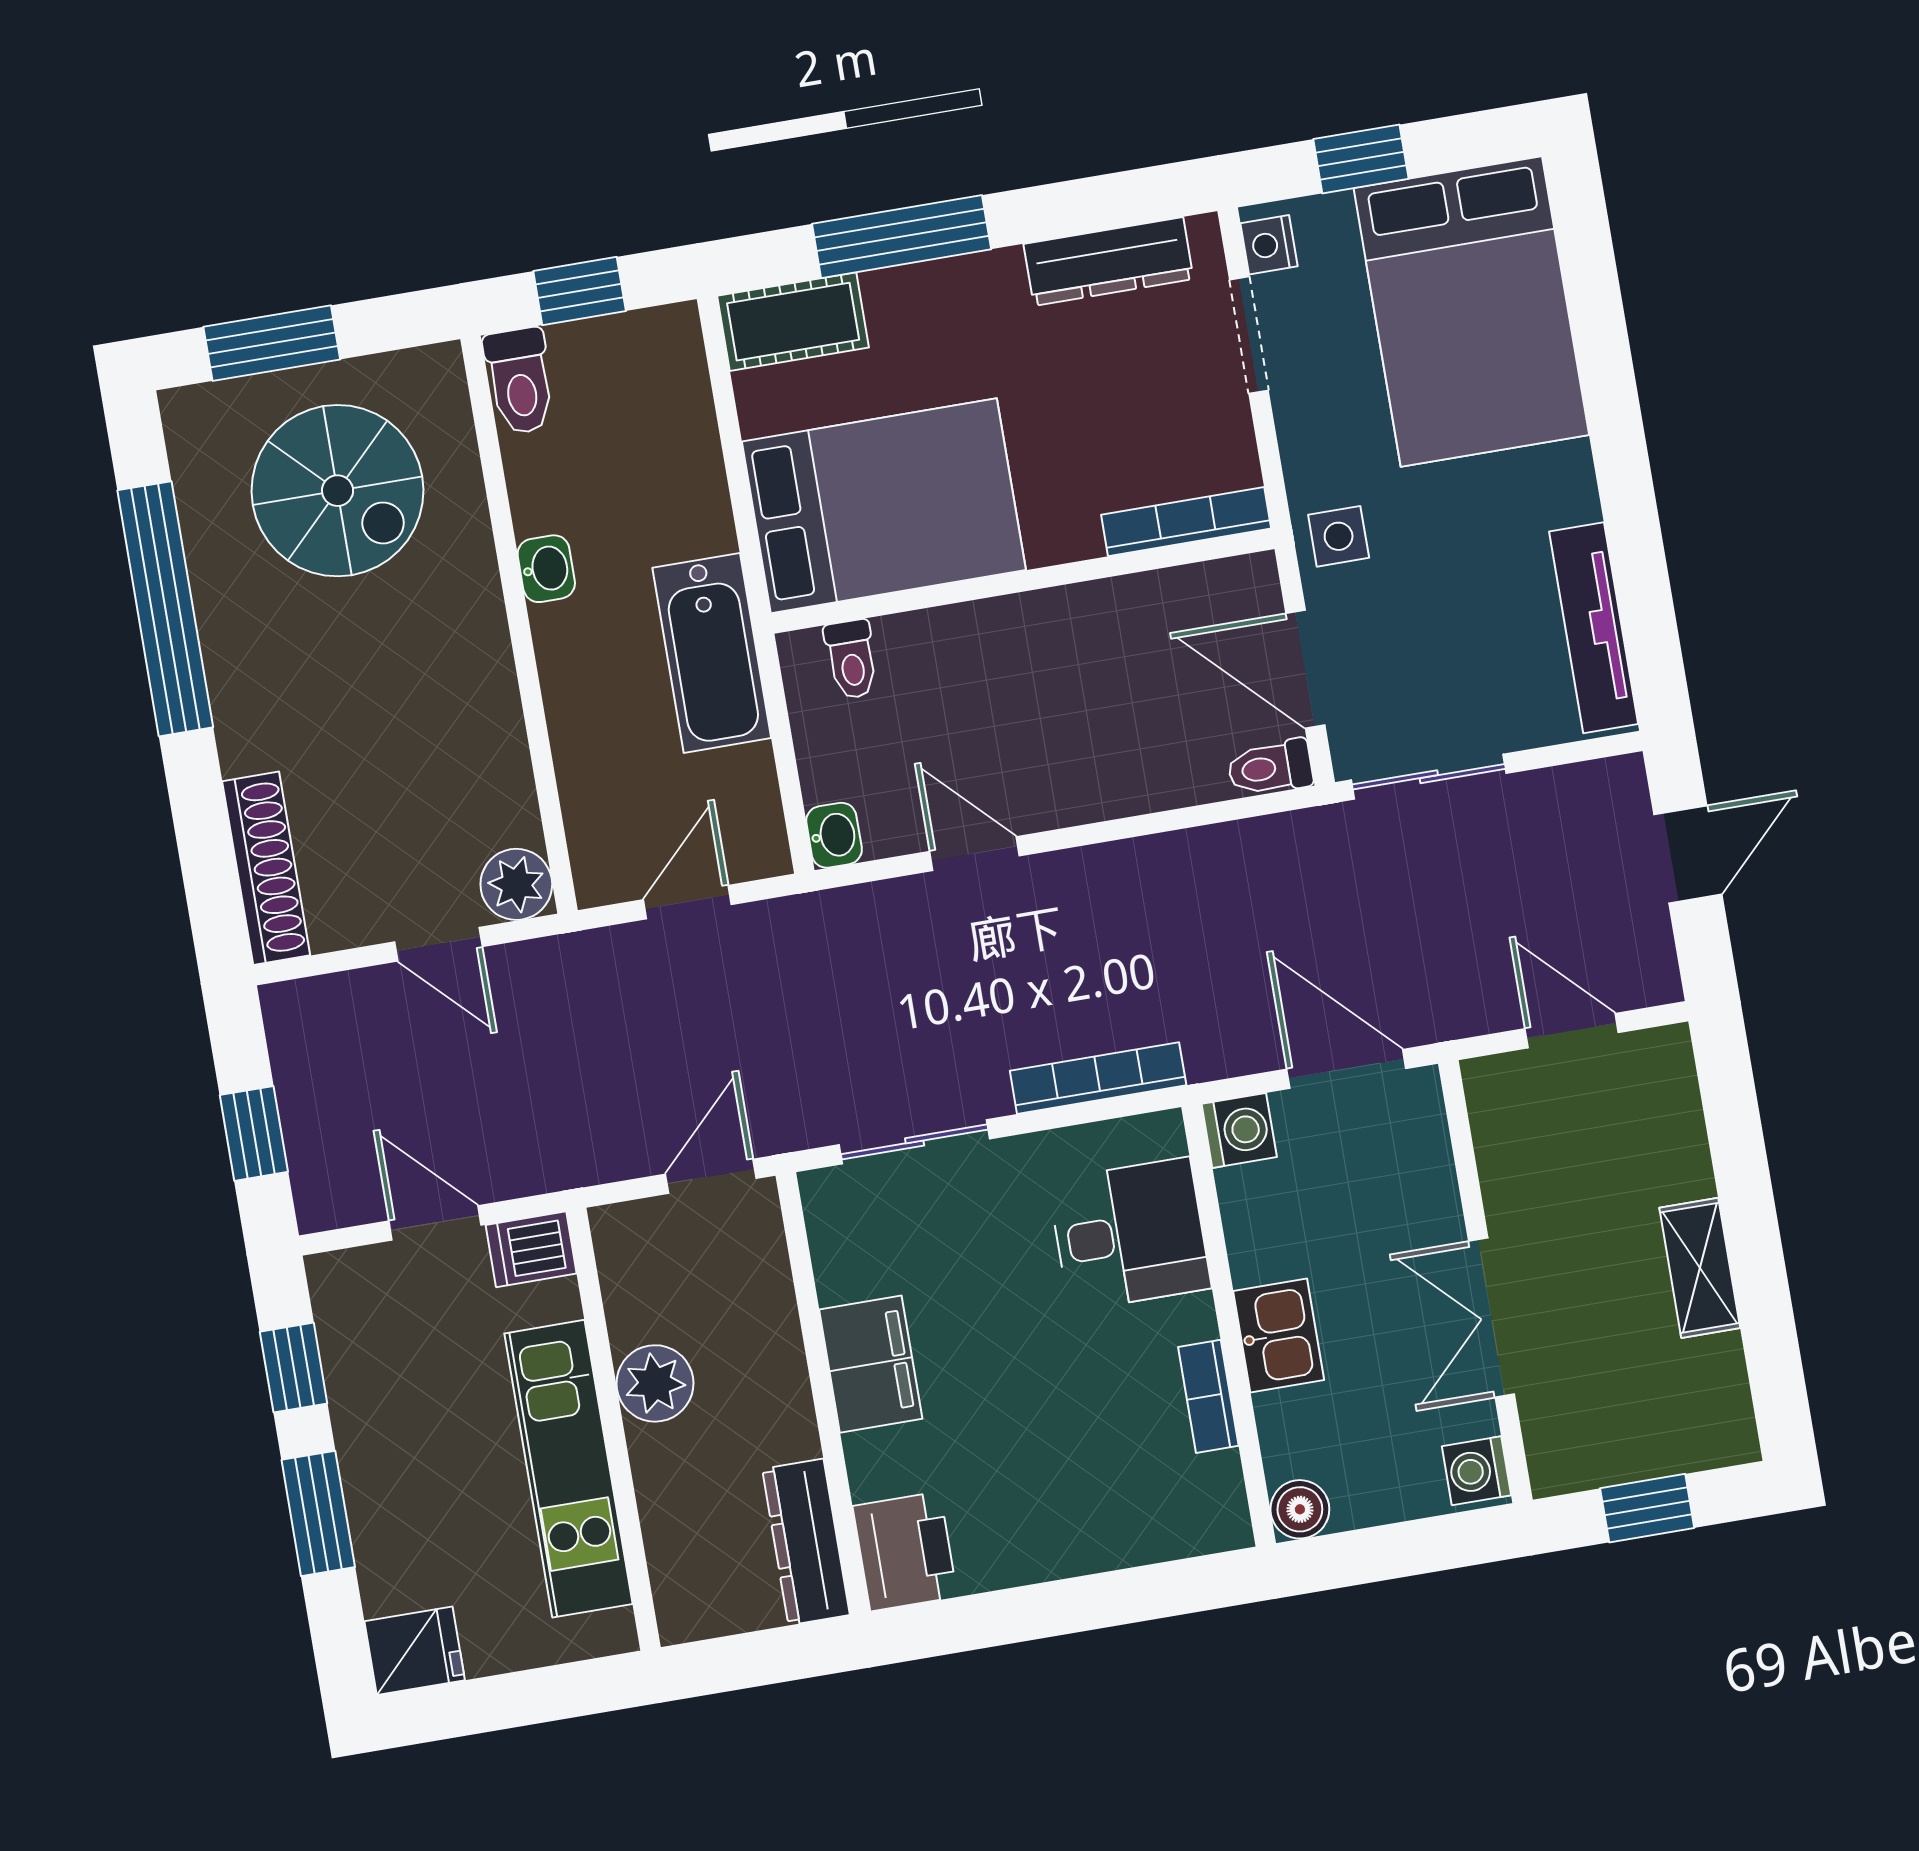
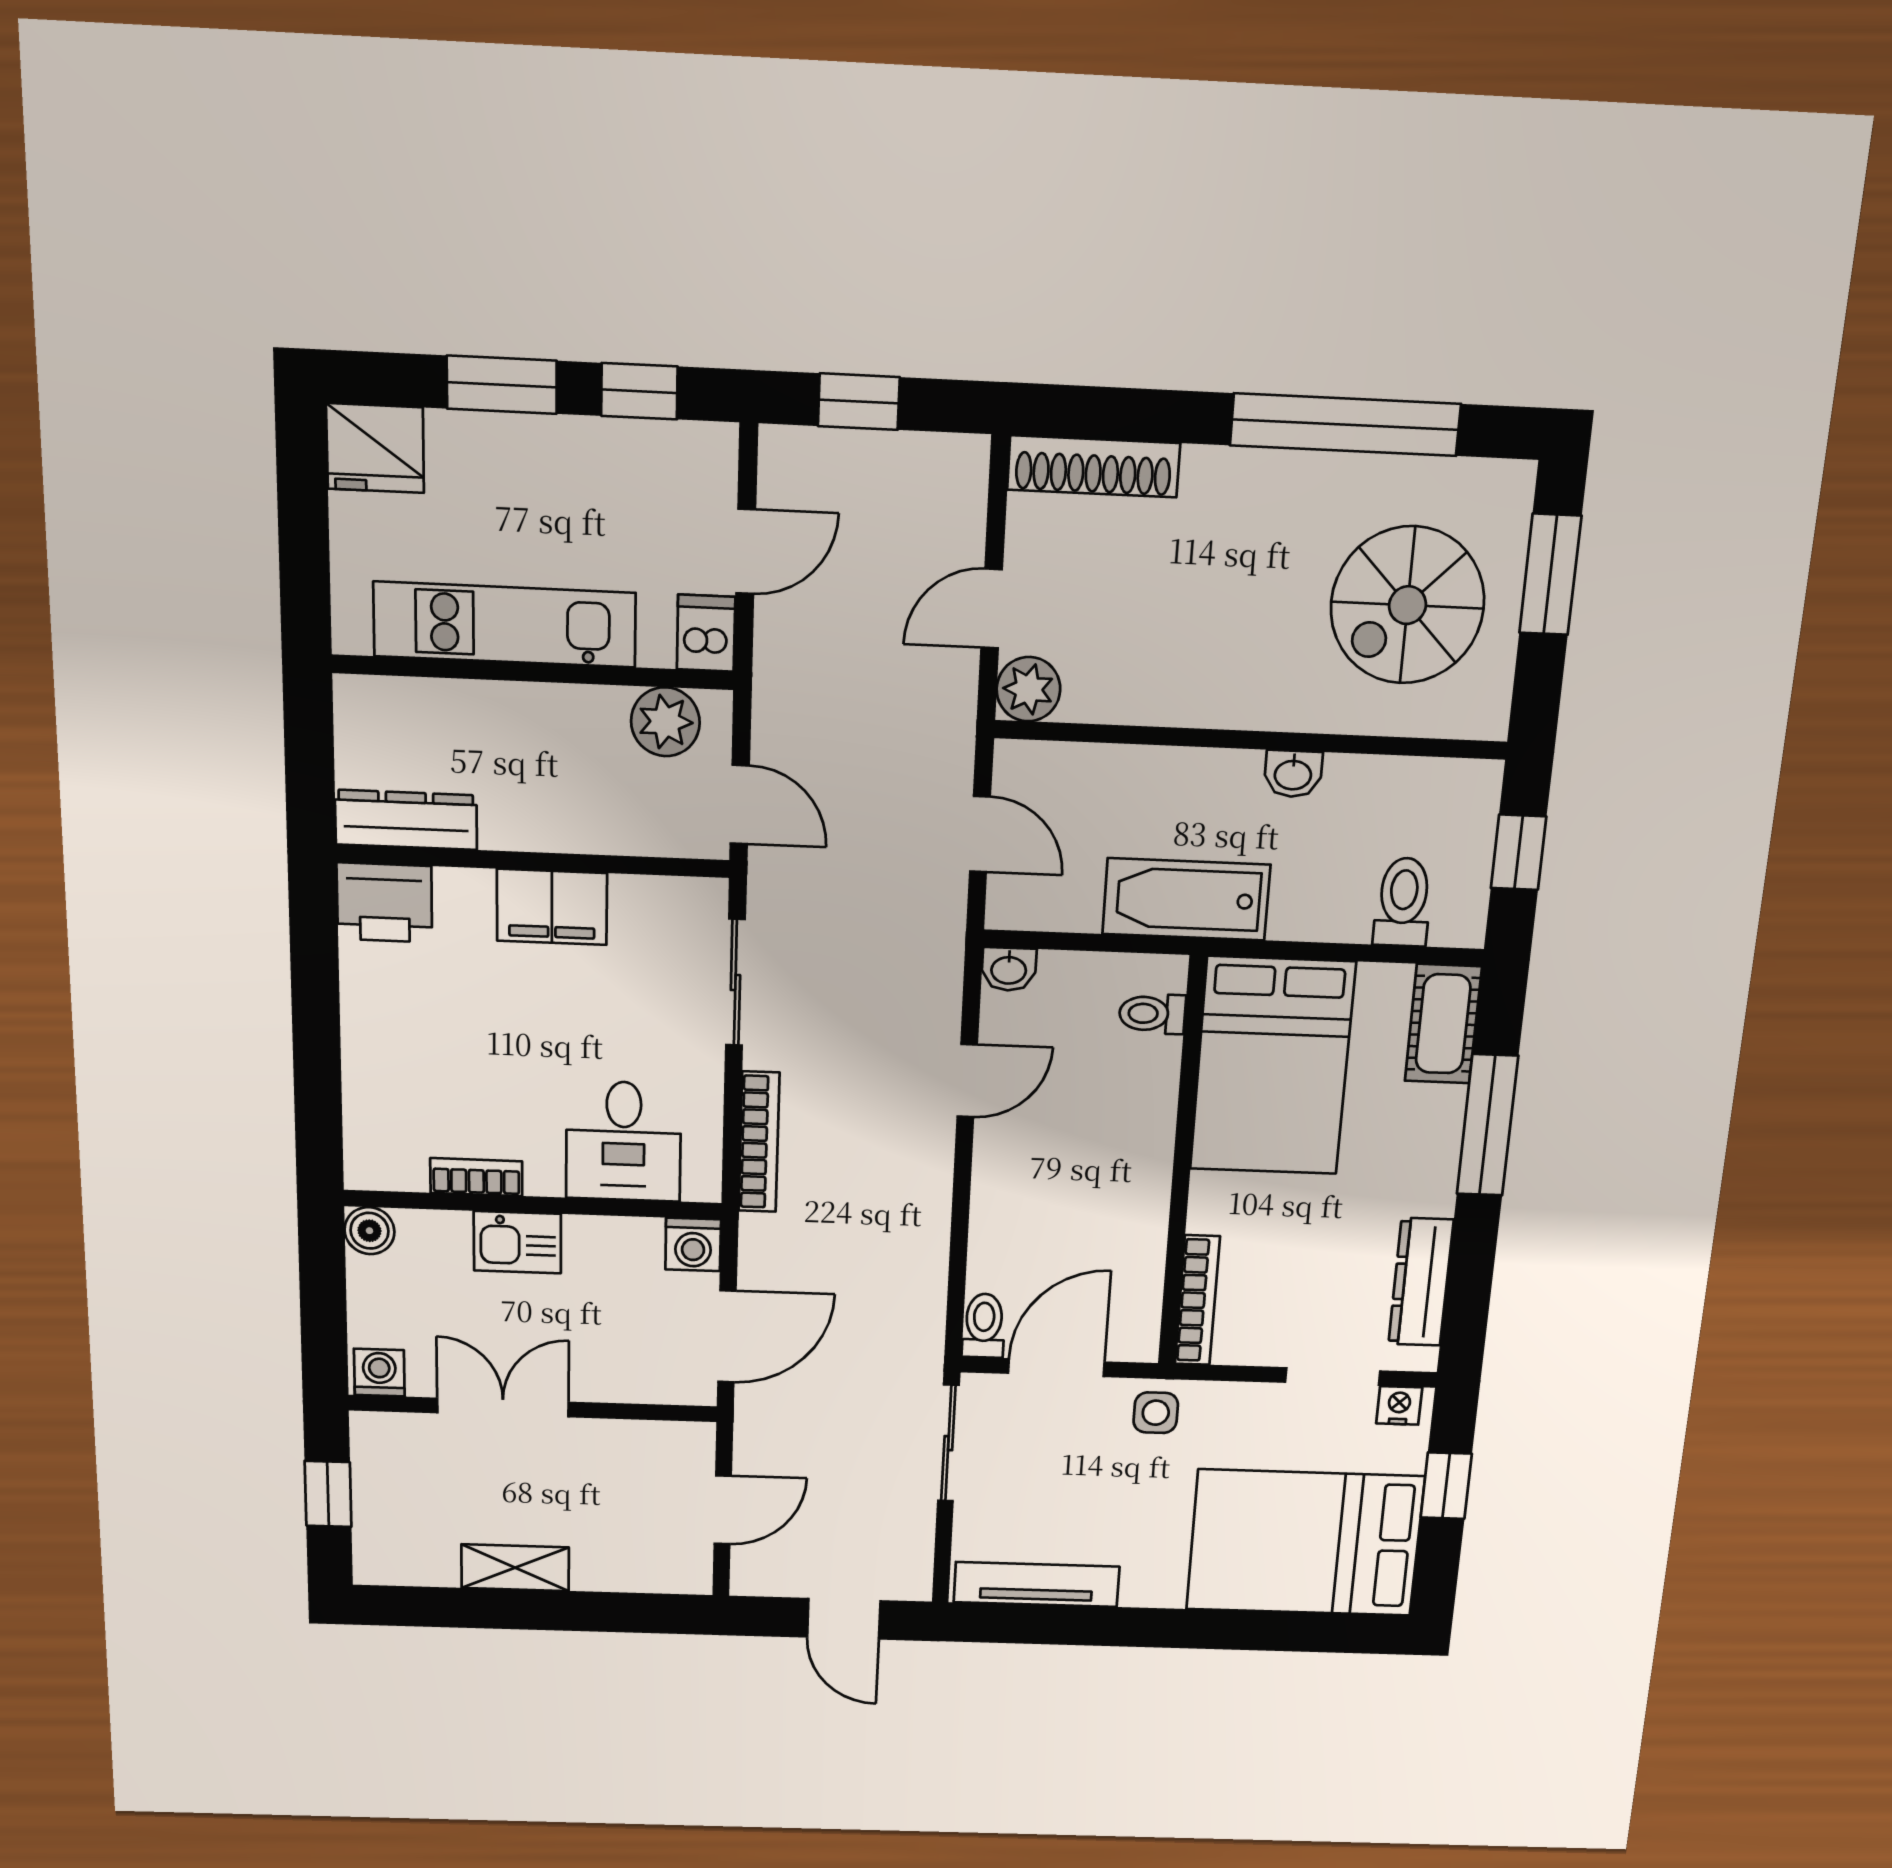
toilet: (520, 381) -> (1403, 902), moved, turned 90
plant: (655, 1383) -> (665, 722), moved
fridge: (415, 1651) -> (375, 448), width x1.38

